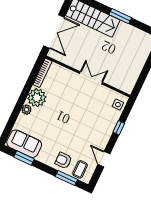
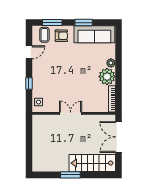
double door: (91, 78) -> (71, 113), swing flipped
sofa: (24, 144) -> (94, 34), width x1.36
window: (24, 158) -> (84, 23), moved
door: (104, 159) -> (29, 52), hinge flipped

